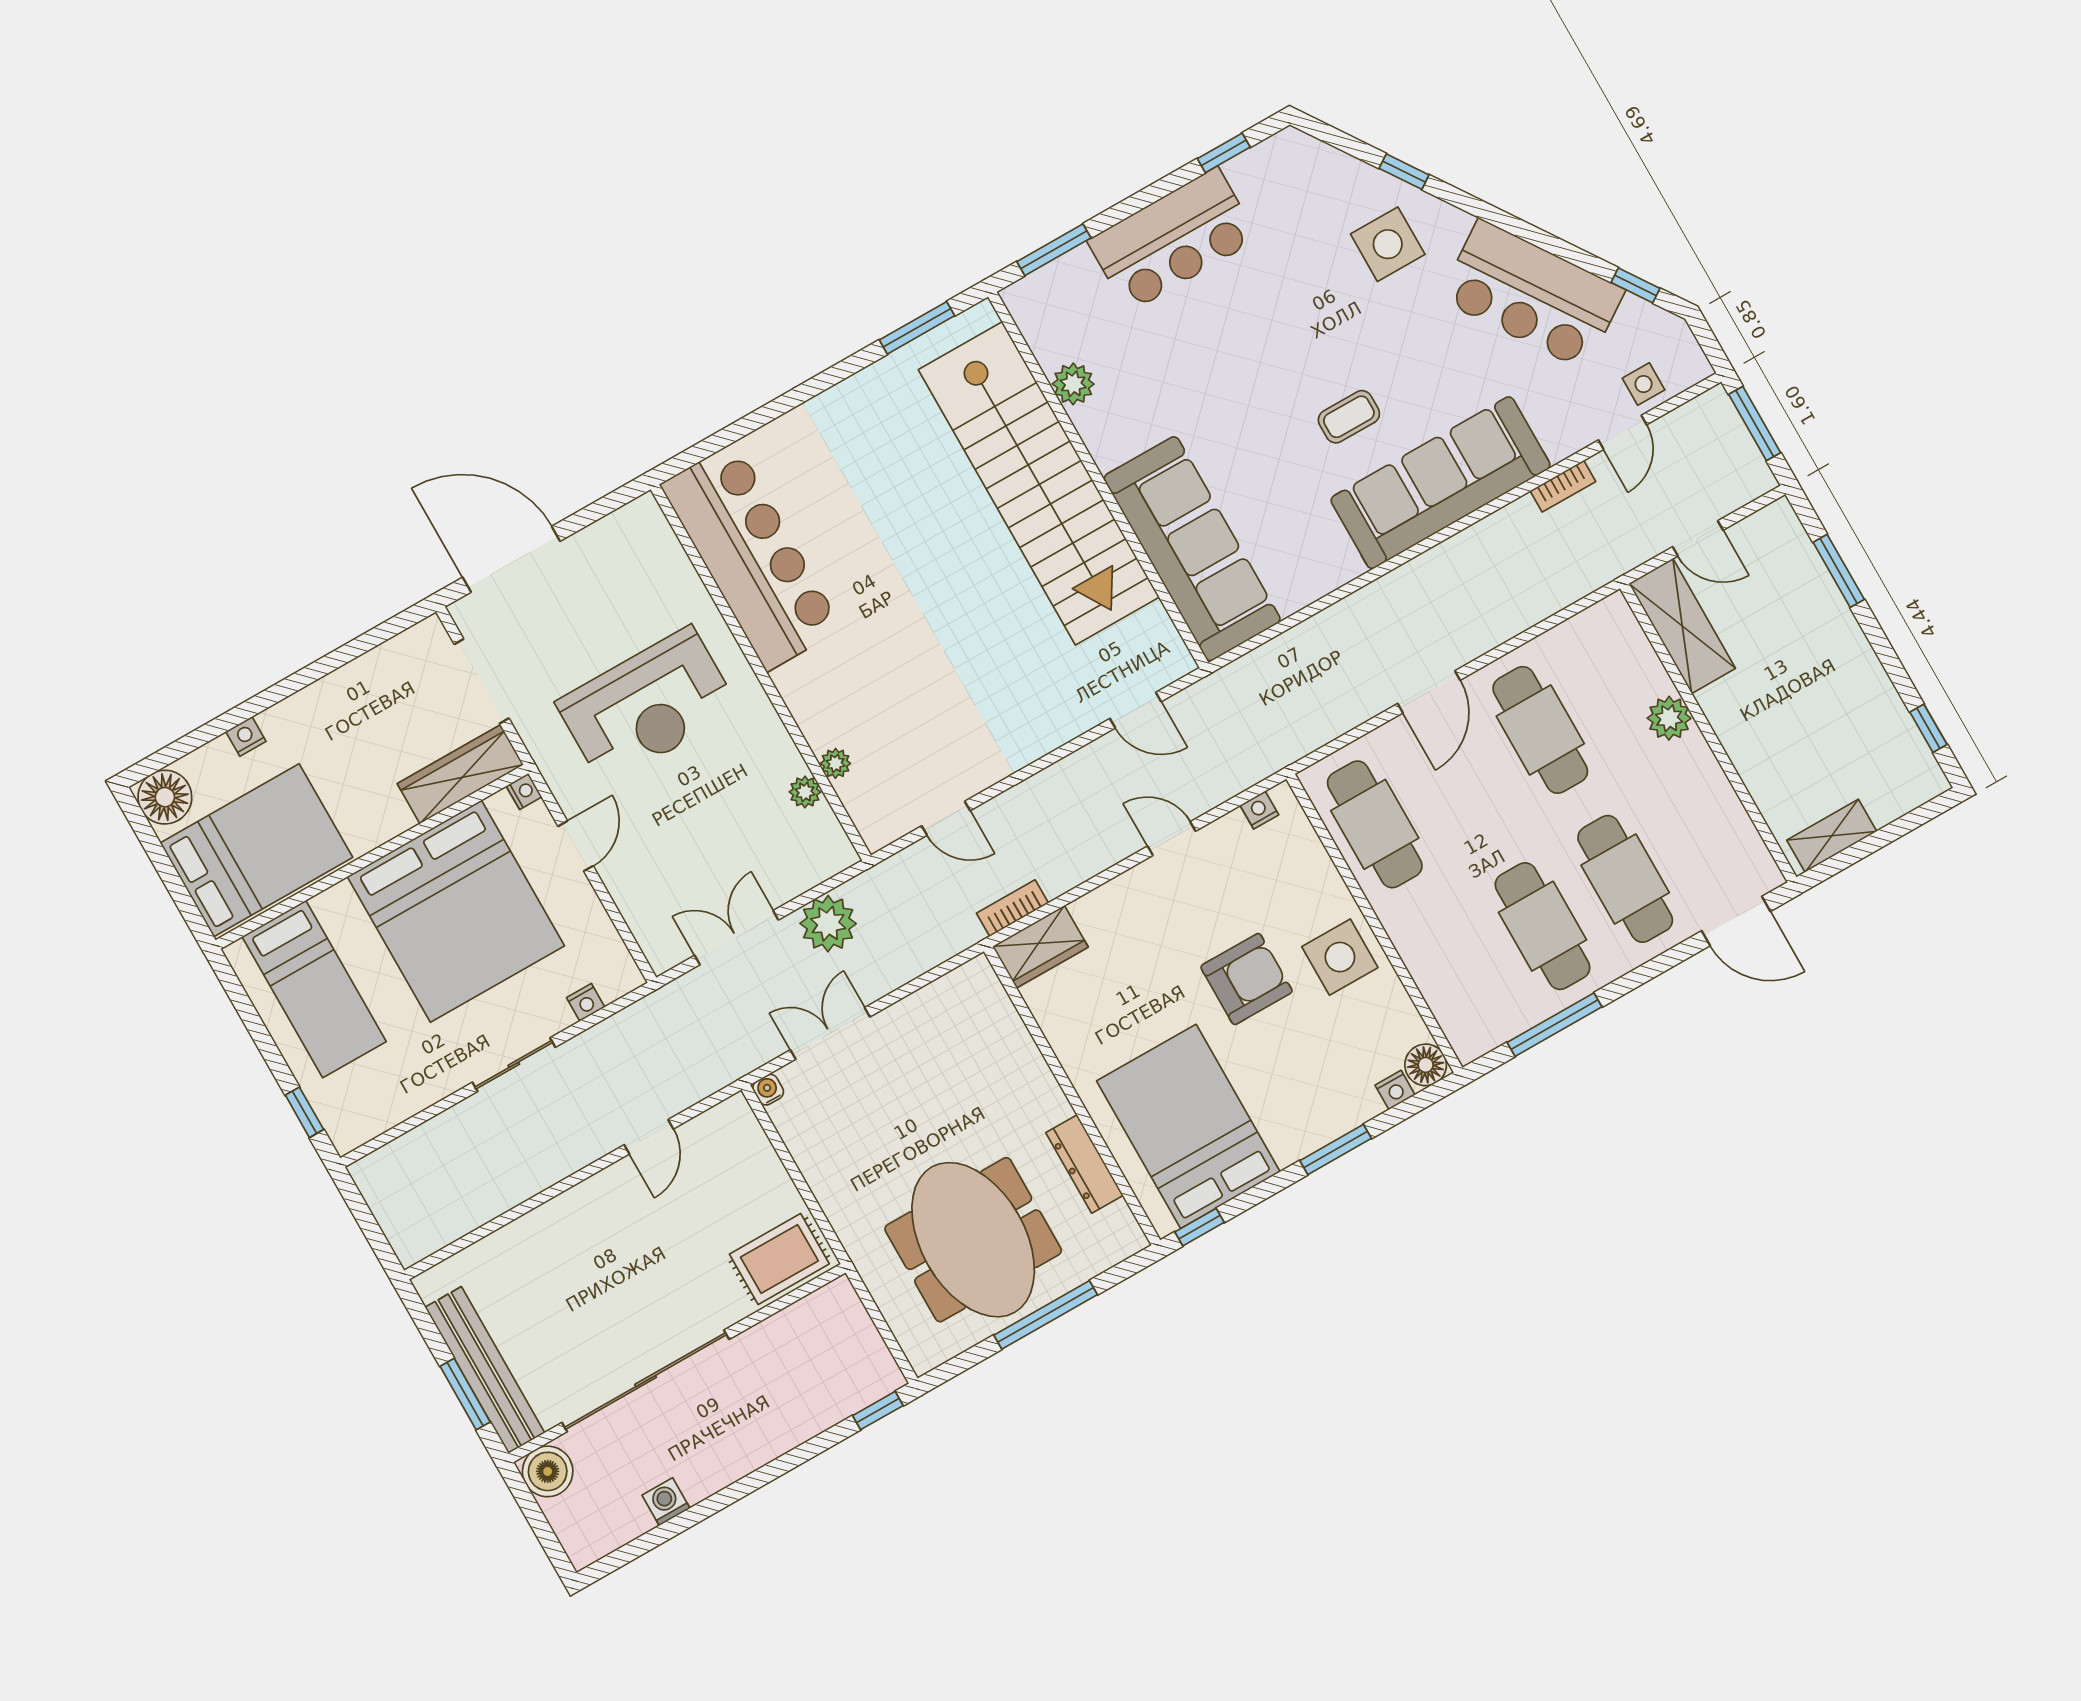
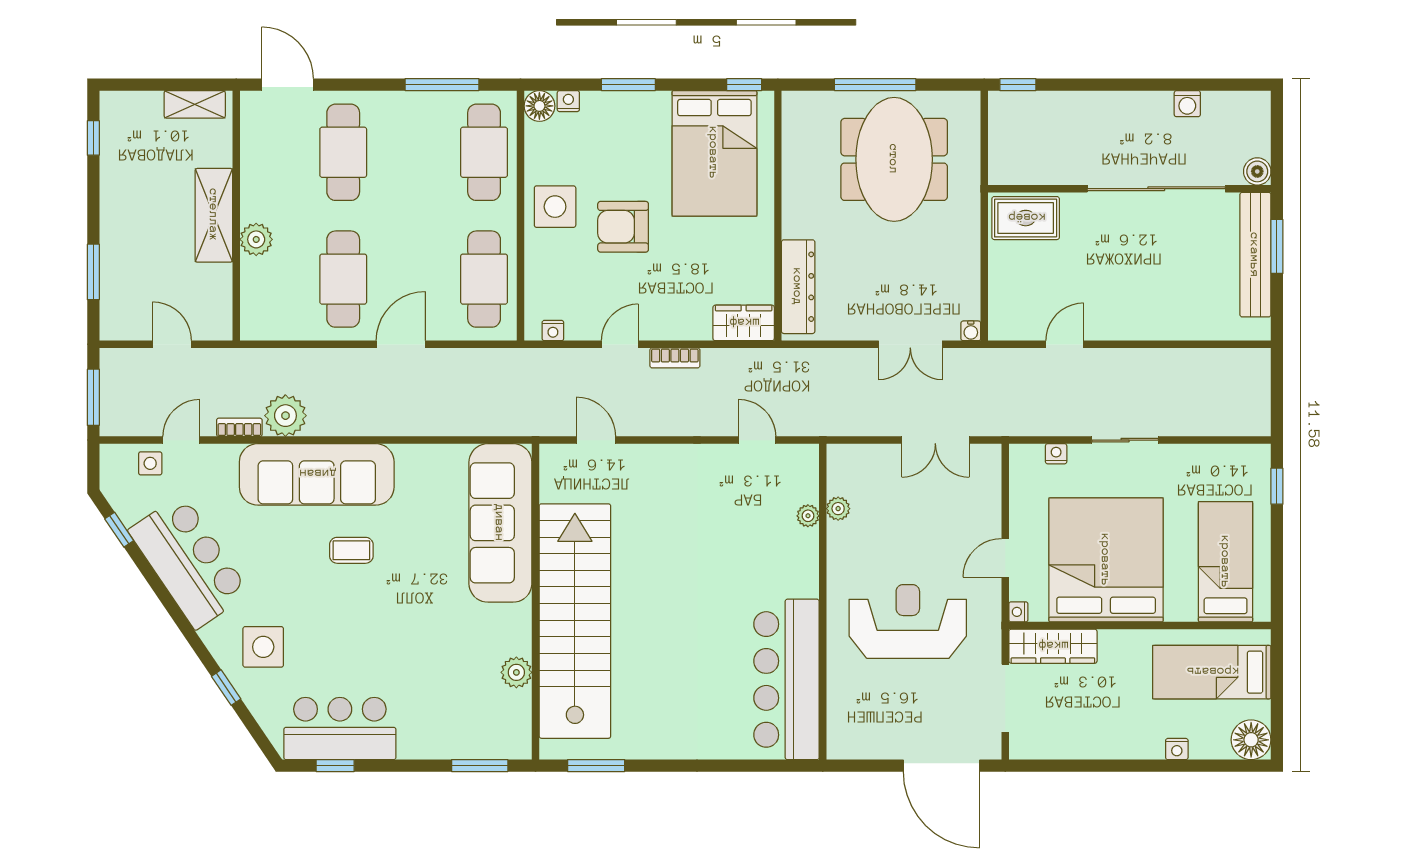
bar counter: (1173, 240) -> (340, 728), moved
shelving: (1682, 626) -> (214, 215), moved
door: (1172, 839) -> (620, 344), swing flipped
bed: (256, 850) -> (1212, 672), width x0.67
bookcase: (1012, 908) -> (675, 358), moved
plant: (828, 924) -> (285, 416), moved
cafe table: (1542, 926) -> (484, 152), moved
dresser: (1085, 1164) -> (798, 287), moved, width x1.37, depth x1.24
boiler: (548, 1471) -> (1257, 171), width x0.73, depth x0.73

